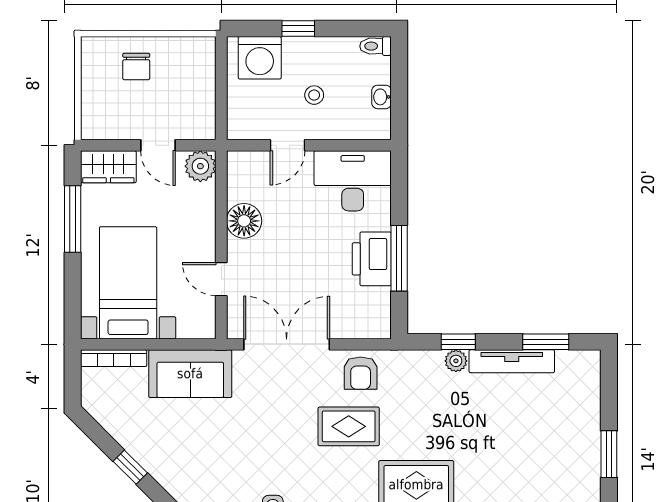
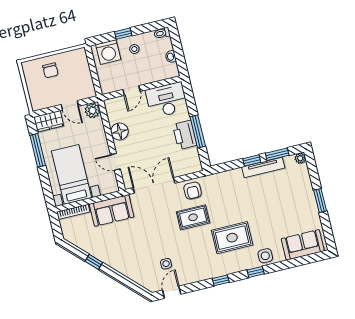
stool: (314, 95) -> (134, 49), moved
window: (458, 342) -> (252, 160), moved
plant: (456, 361) -> (300, 158), moved

